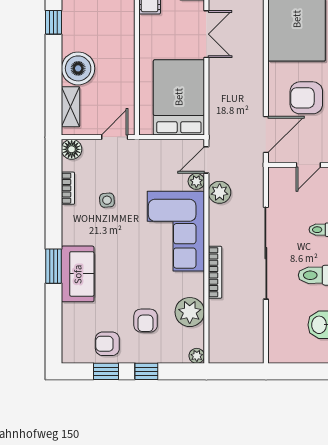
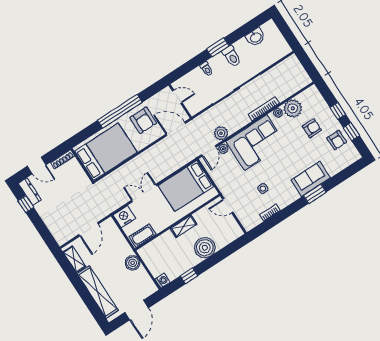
shelving: (71, 107) -> (184, 226), moved
floor lamp: (72, 149) -> (249, 224), removed
door: (206, 160) -> (209, 151), hinge flipped
plant: (197, 356) -> (278, 113), moved

